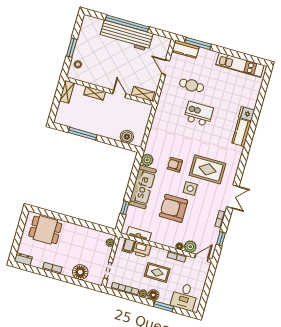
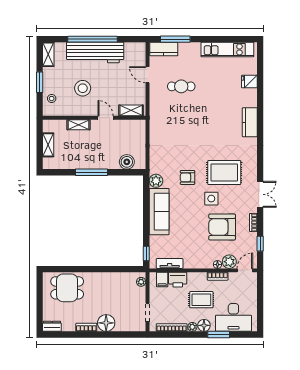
shelving: (86, 26) -> (48, 54), added
stool: (107, 63) -> (83, 88), added
shelving: (67, 92) -> (48, 145), moved
kitchen island: (199, 114) -> (198, 115), removed
fridge: (246, 114) -> (249, 82), moved
window: (83, 134) -> (92, 172), moved
window: (125, 208) -> (146, 253), moved
armchair: (173, 208) -> (222, 227), moved
floor lamp: (80, 272) -> (106, 323), moved
desk: (184, 297) -> (233, 317), width x1.37

